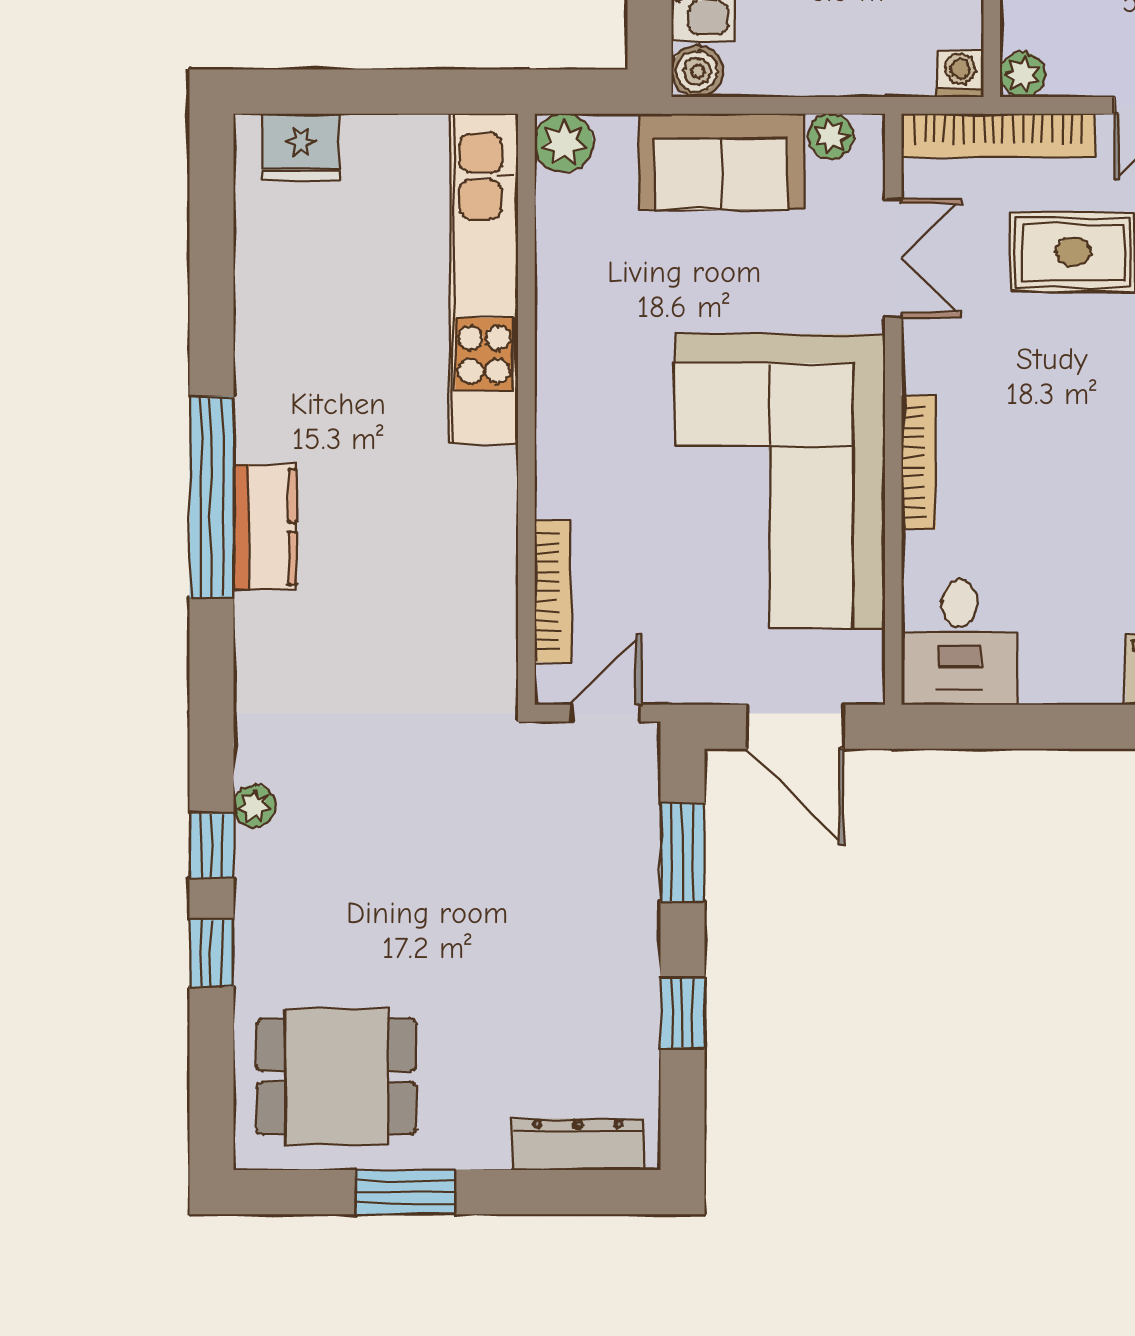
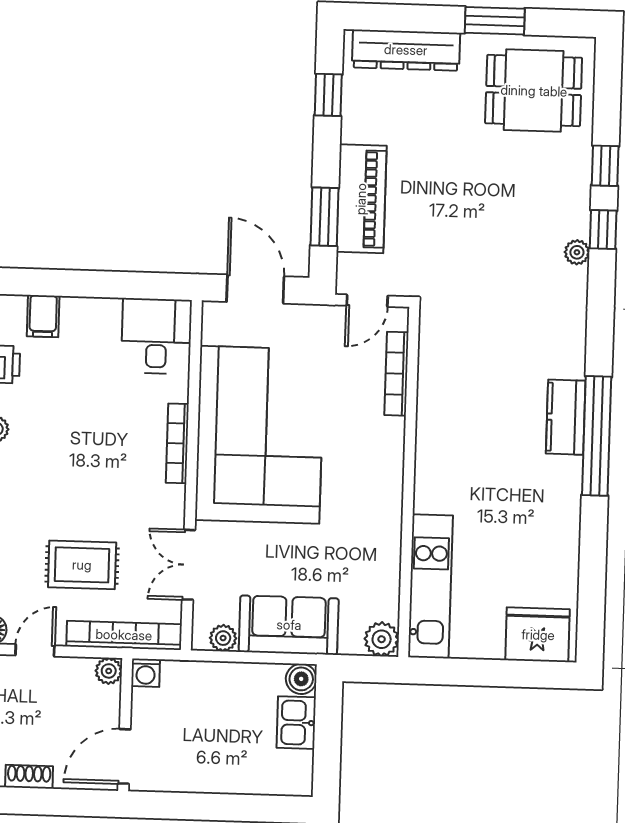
fridge: (301, 147) -> (538, 635), width x1.36, depth x1.34
kitchen unit: (484, 278) -> (430, 586), width x0.73
piano: (621, 885) -> (361, 199), added
window: (682, 1013) -> (328, 95), moved
dresser: (578, 1144) -> (406, 50), width x1.37, depth x1.24

